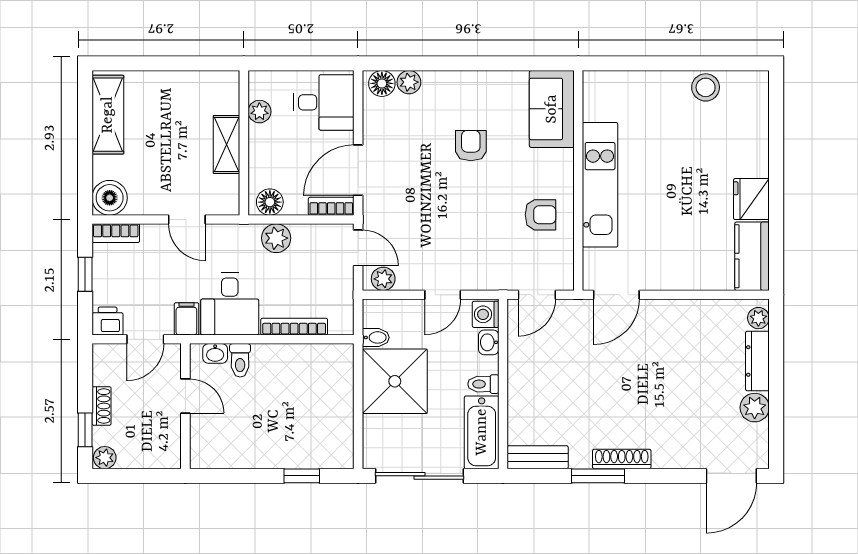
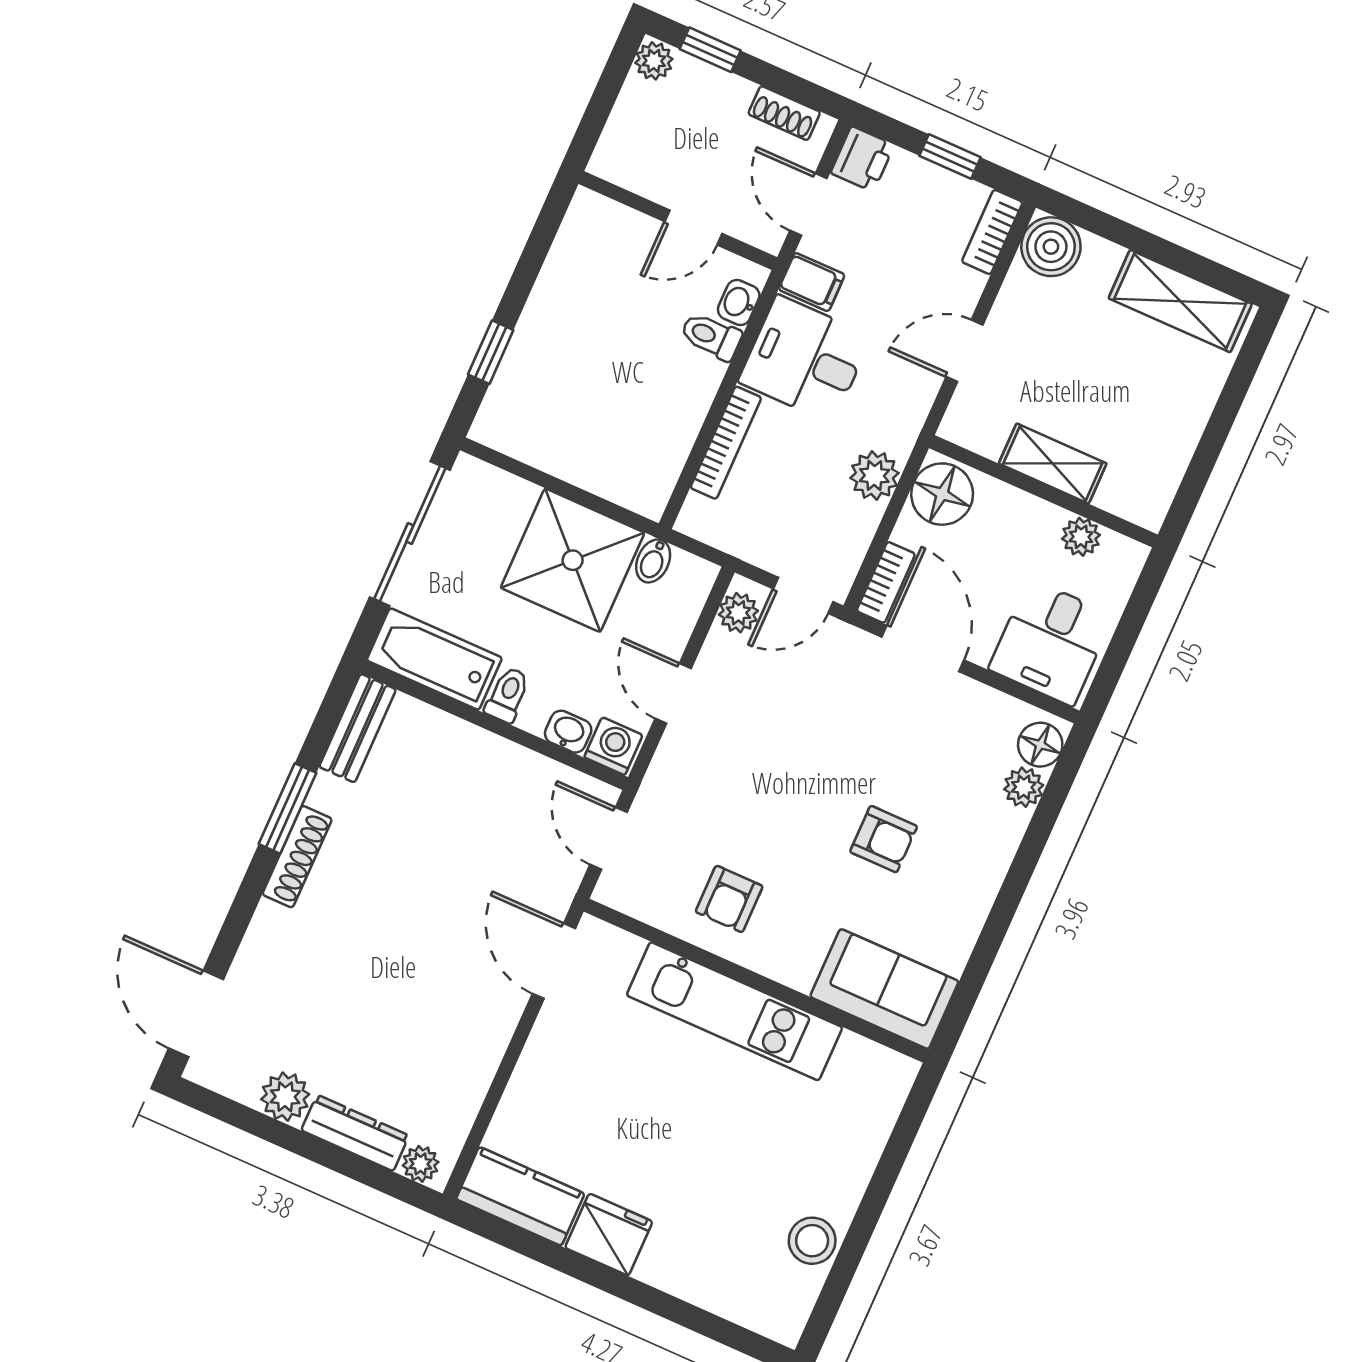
floor lamp: (270, 202) -> (942, 494), width x1.38, depth x1.38
shoe rack: (102, 406) -> (784, 113), moved

